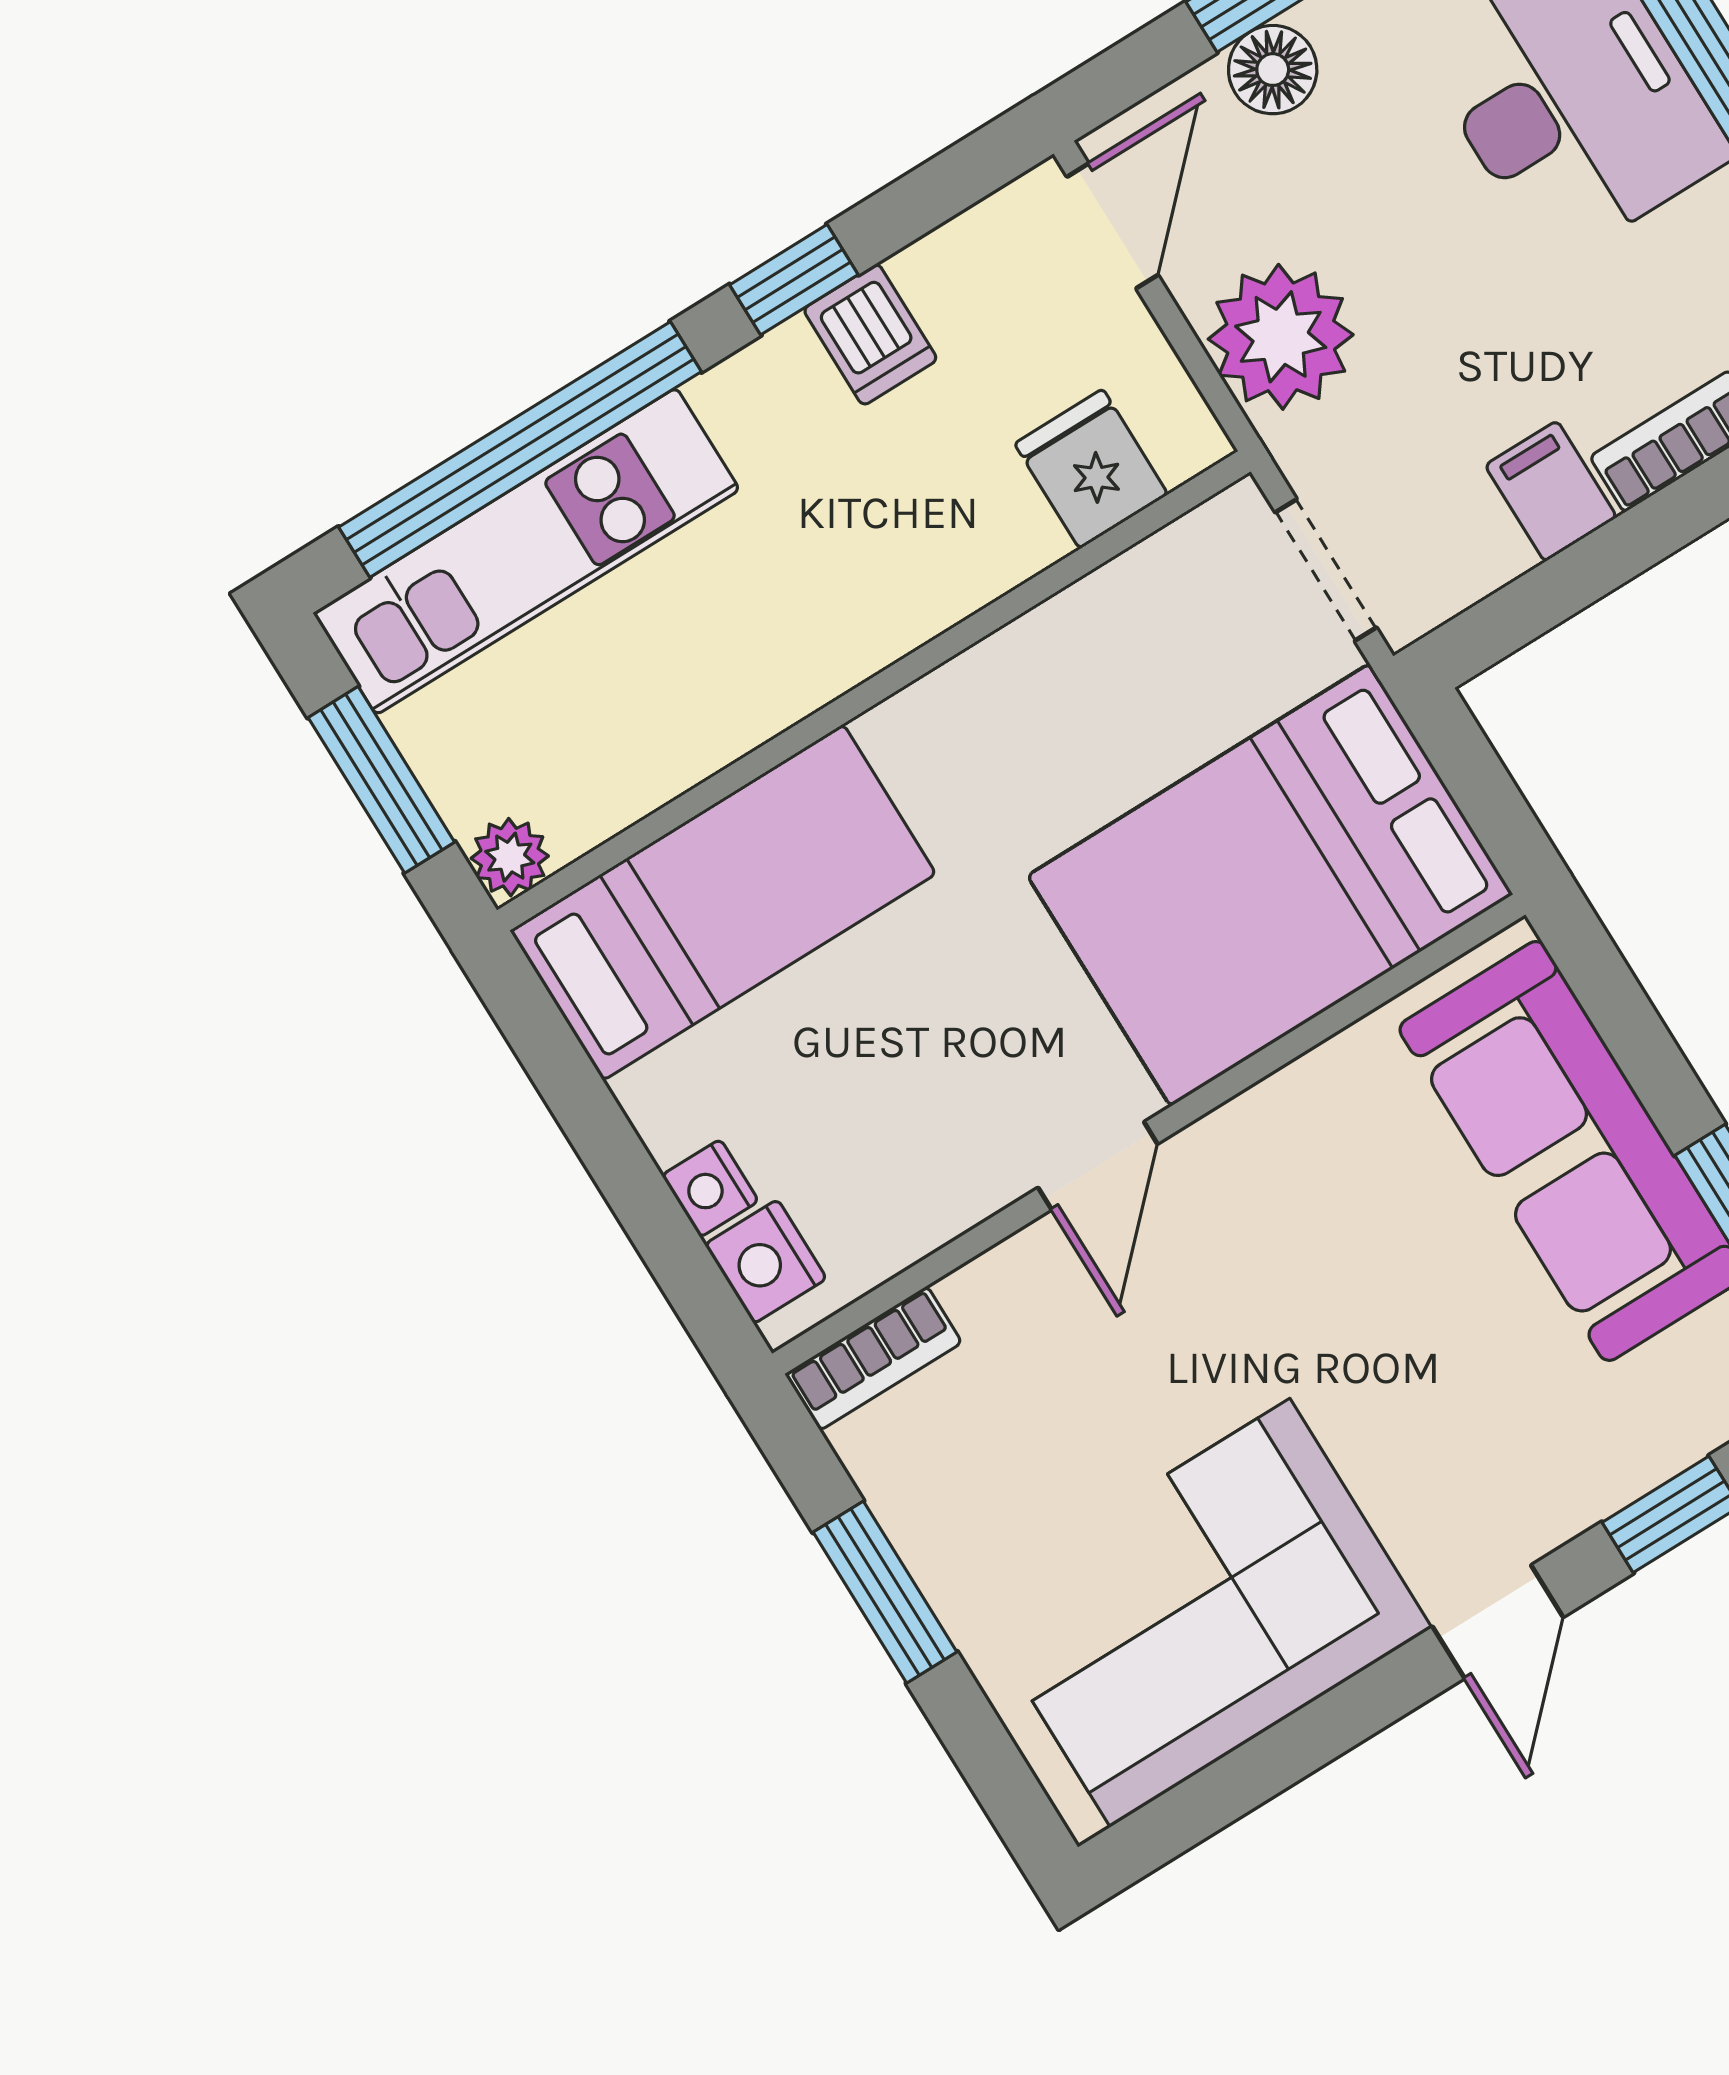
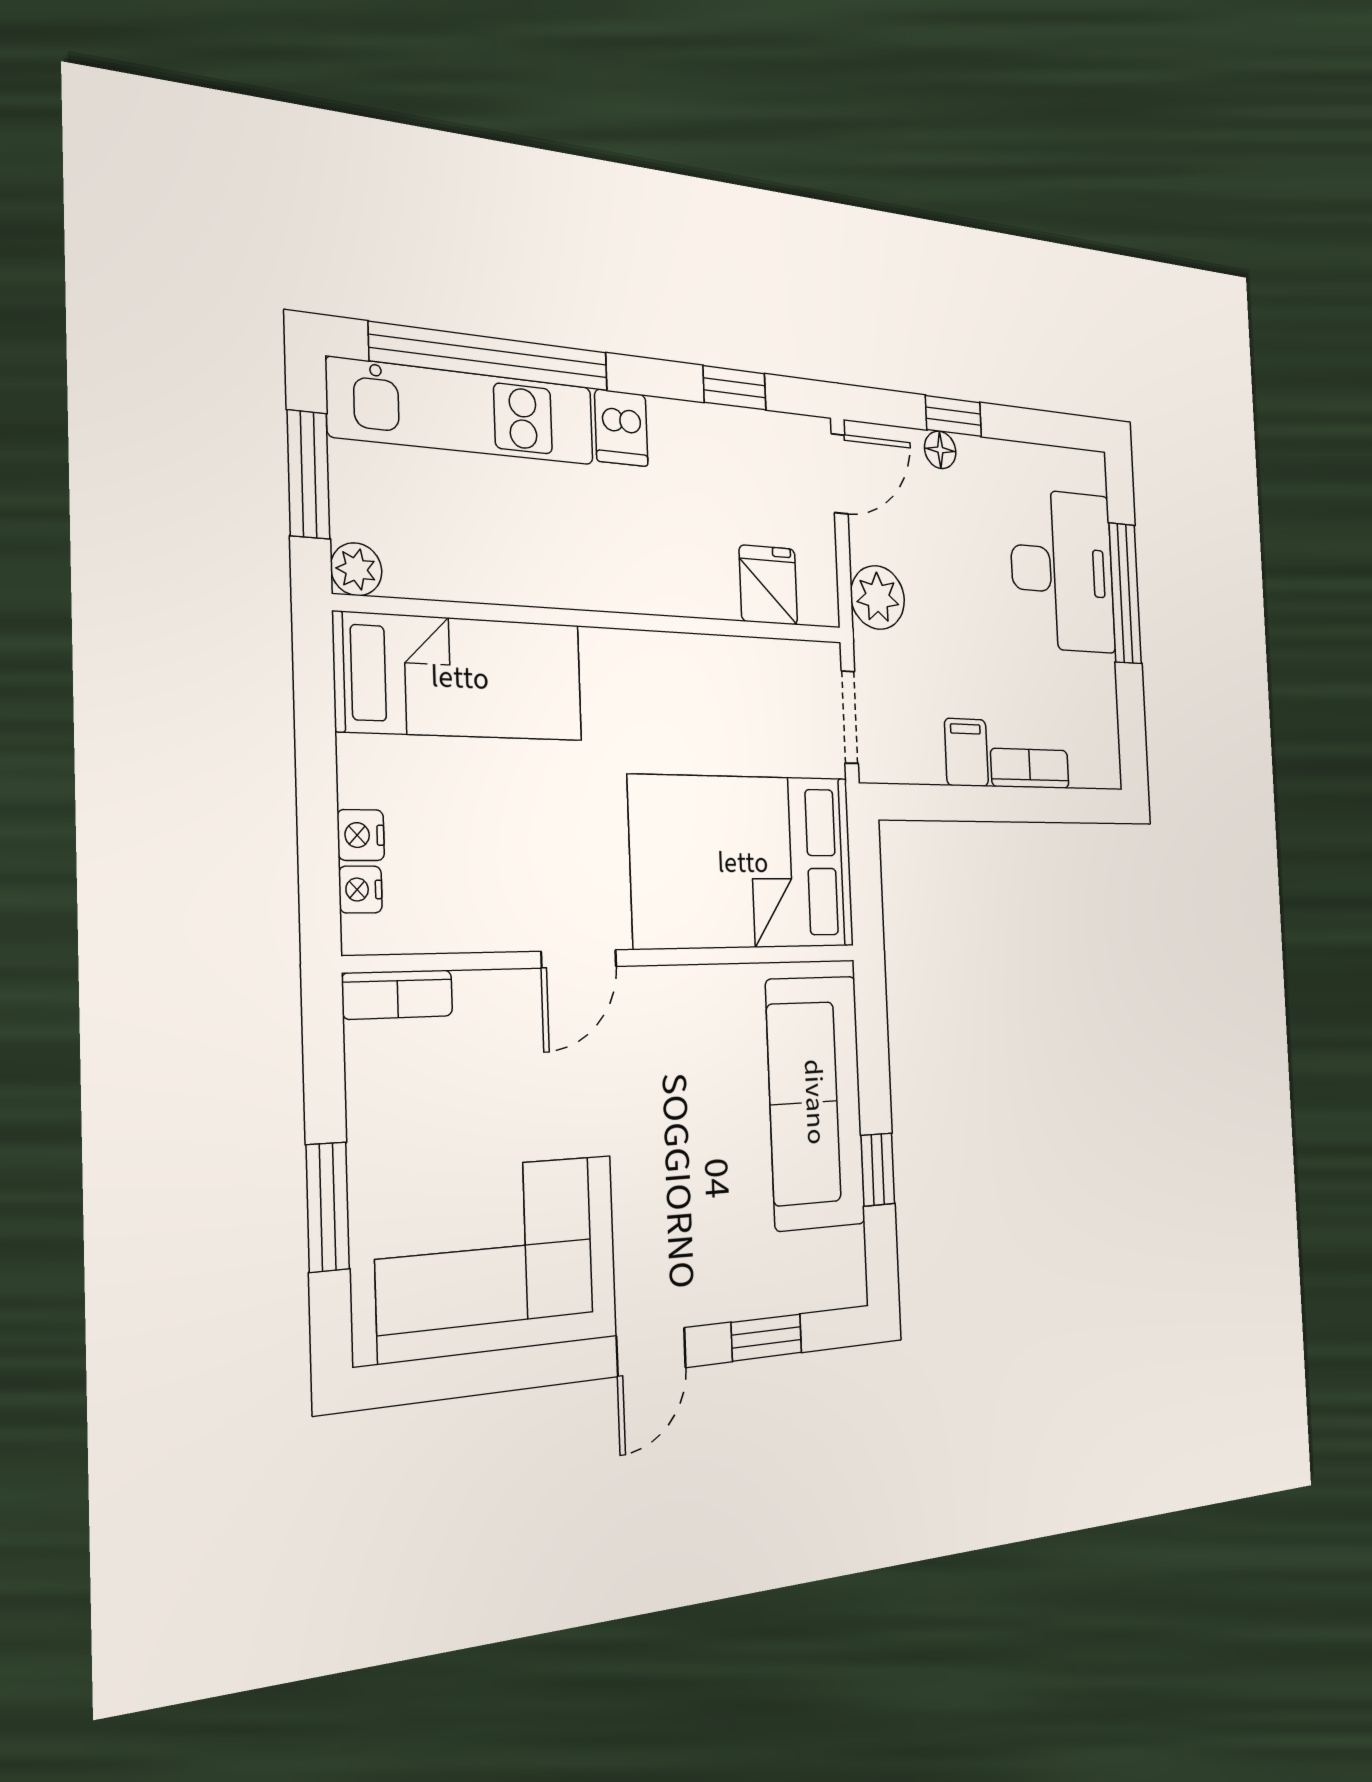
floor lamp: (1273, 70) -> (940, 450), width x0.73, depth x0.73
window: (794, 280) -> (735, 388), moved
dishwasher: (870, 334) -> (621, 428), moved
plant: (1281, 337) -> (878, 597), width x0.73, depth x0.73
nightstand: (766, 1262) -> (360, 889), width x0.72, depth x0.74
window: (885, 1592) -> (328, 1207), moved

